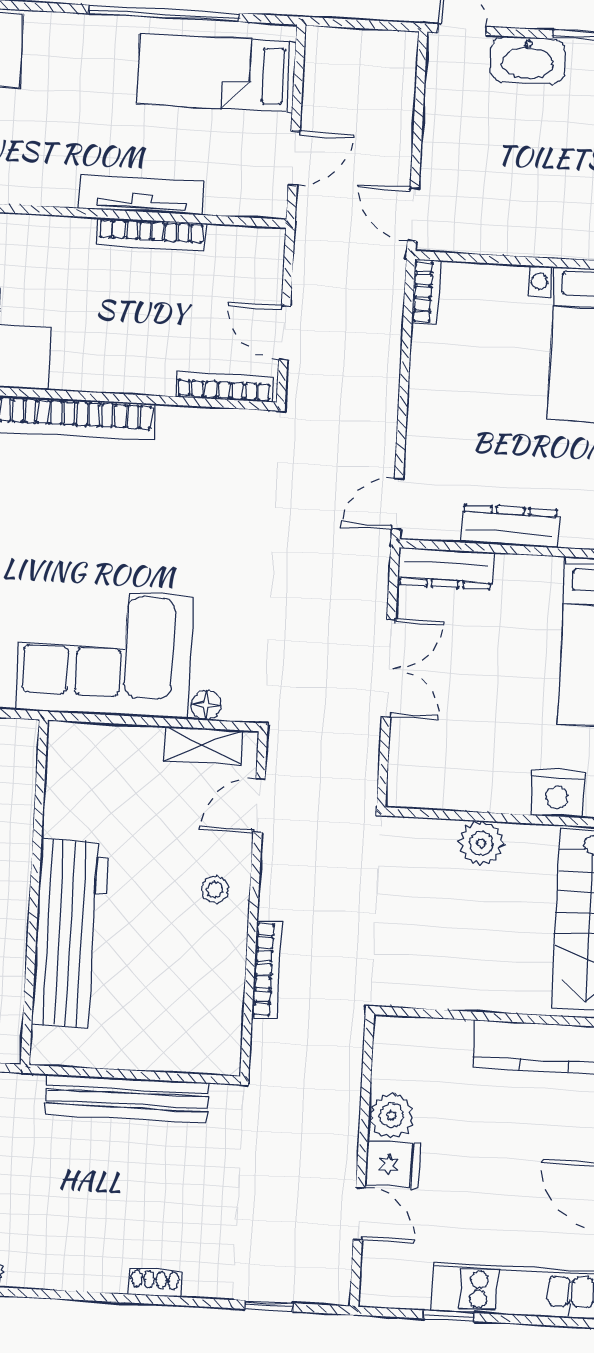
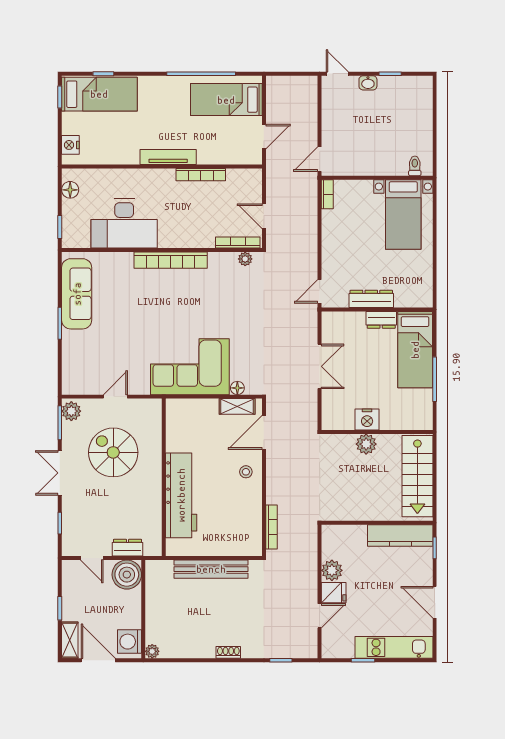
washbasin: (528, 60) -> (368, 83), width x0.52, depth x0.69
tv unit: (142, 195) -> (168, 157), moved
door: (413, 214) -> (320, 159), hinge flipped
plant: (238, 424) -> (245, 259), added
dresser: (446, 569) -> (381, 320), moved, width x0.70
nightstand: (557, 793) -> (367, 419), moved
door: (259, 805) -> (264, 432), width x1.38
bookcase: (267, 970) -> (271, 527), moved
door: (359, 1214) -> (320, 616), hinge flipped

